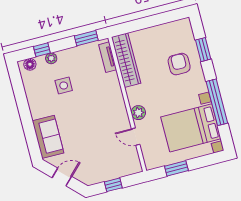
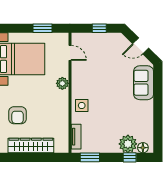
plant: (51, 58) -> (128, 144), width x1.88, depth x1.88
wardrobe: (126, 60) -> (31, 145), moved, turned 90
side table: (64, 85) -> (82, 106), moved
door: (136, 137) -> (70, 53), moved

